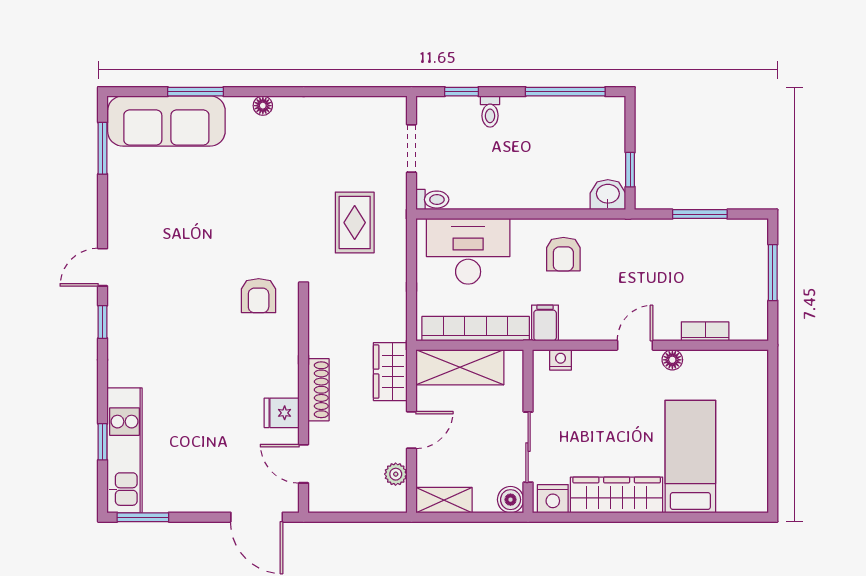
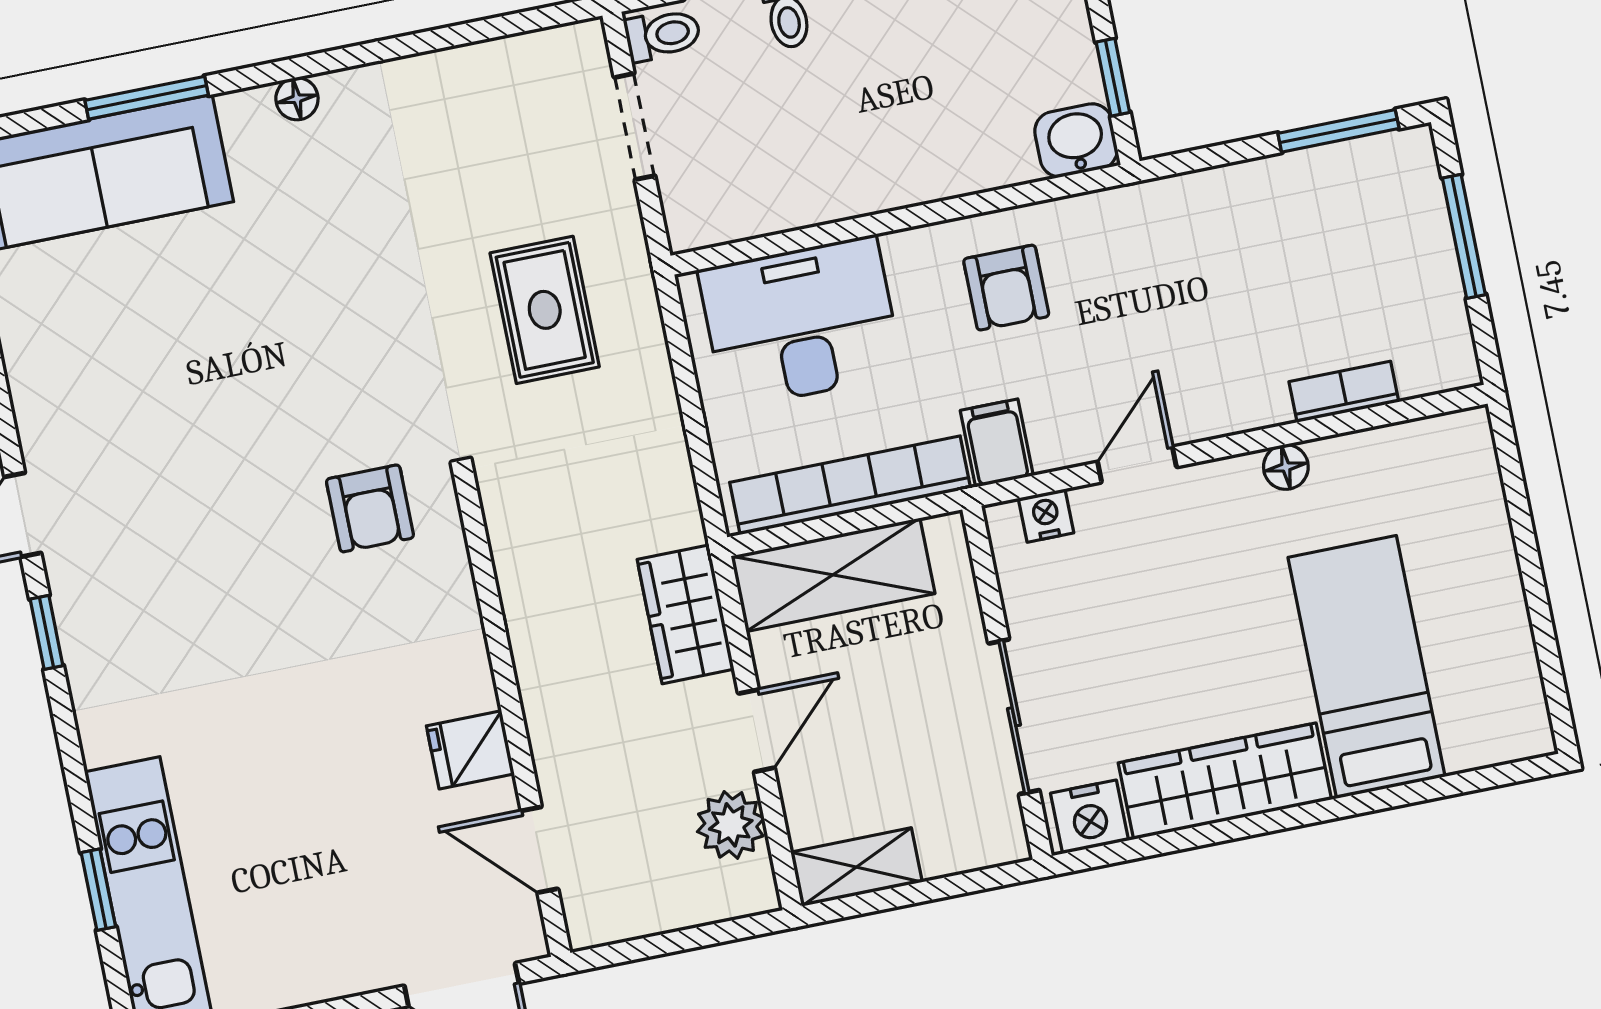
toilet: (432, 200) -> (663, 35), moved
window: (700, 214) -> (1338, 131), moved
door: (635, 345) -> (1137, 464), moved
shoe rack: (319, 390) -> (540, 684), removed
plant: (396, 474) -> (731, 825), width x1.38, depth x1.38
boiler: (511, 500) -> (999, 837), removed

